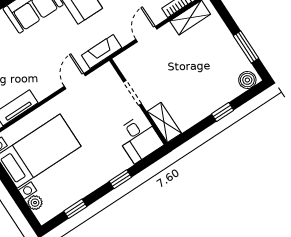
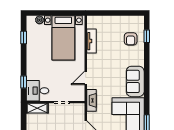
door: (75, 81) -> (86, 78), swing flipped
window: (120, 179) -> (24, 82), moved

